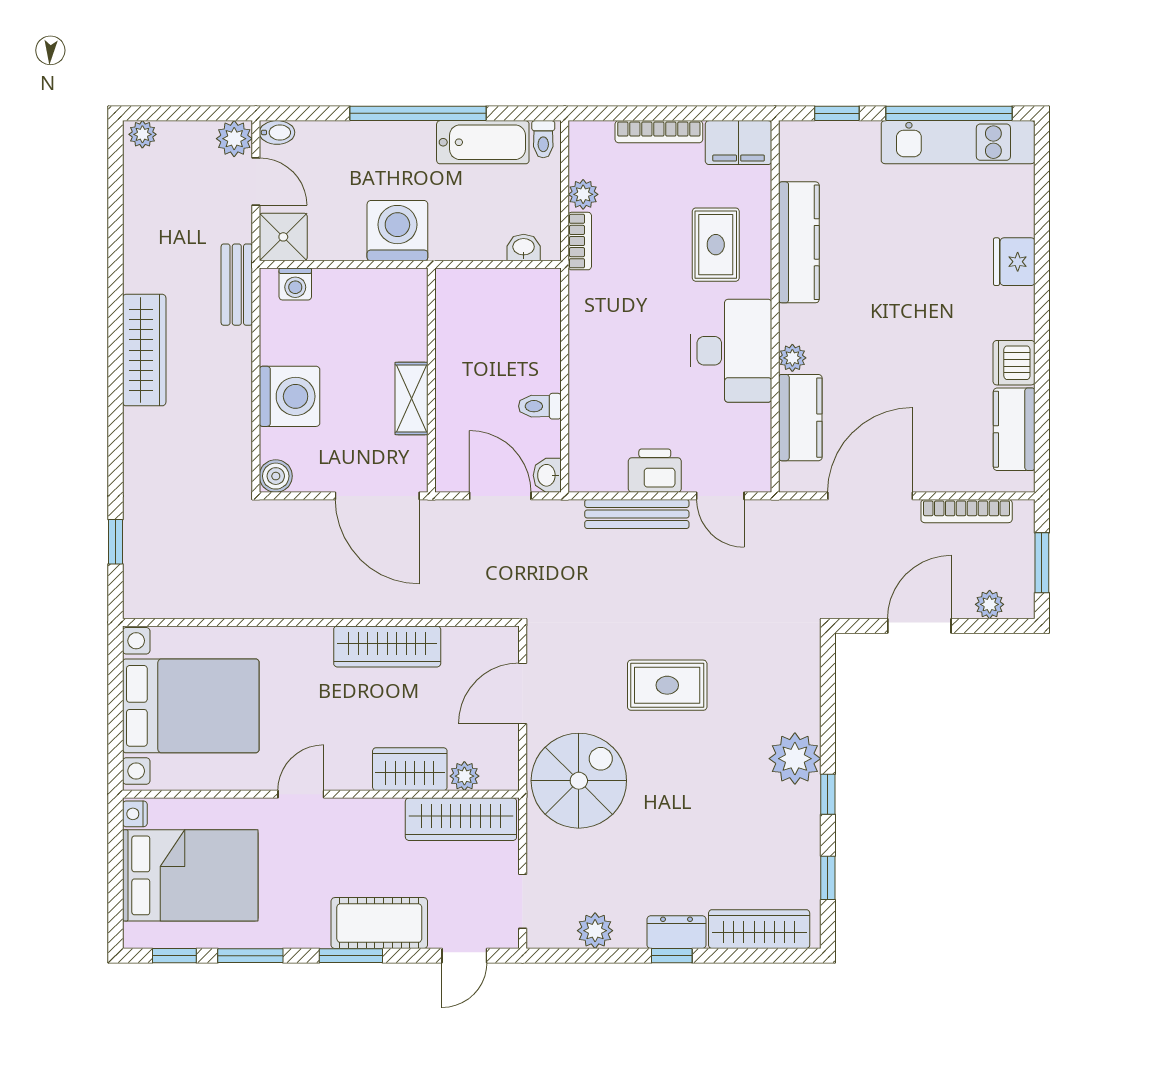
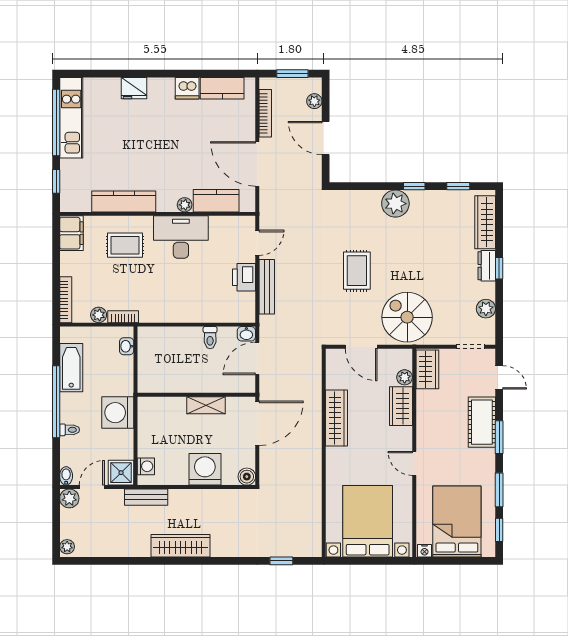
bookcase: (659, 132) -> (66, 300), moved
toilet: (543, 139) -> (70, 430), moved
wardrobe: (461, 819) -> (427, 369), width x0.67

